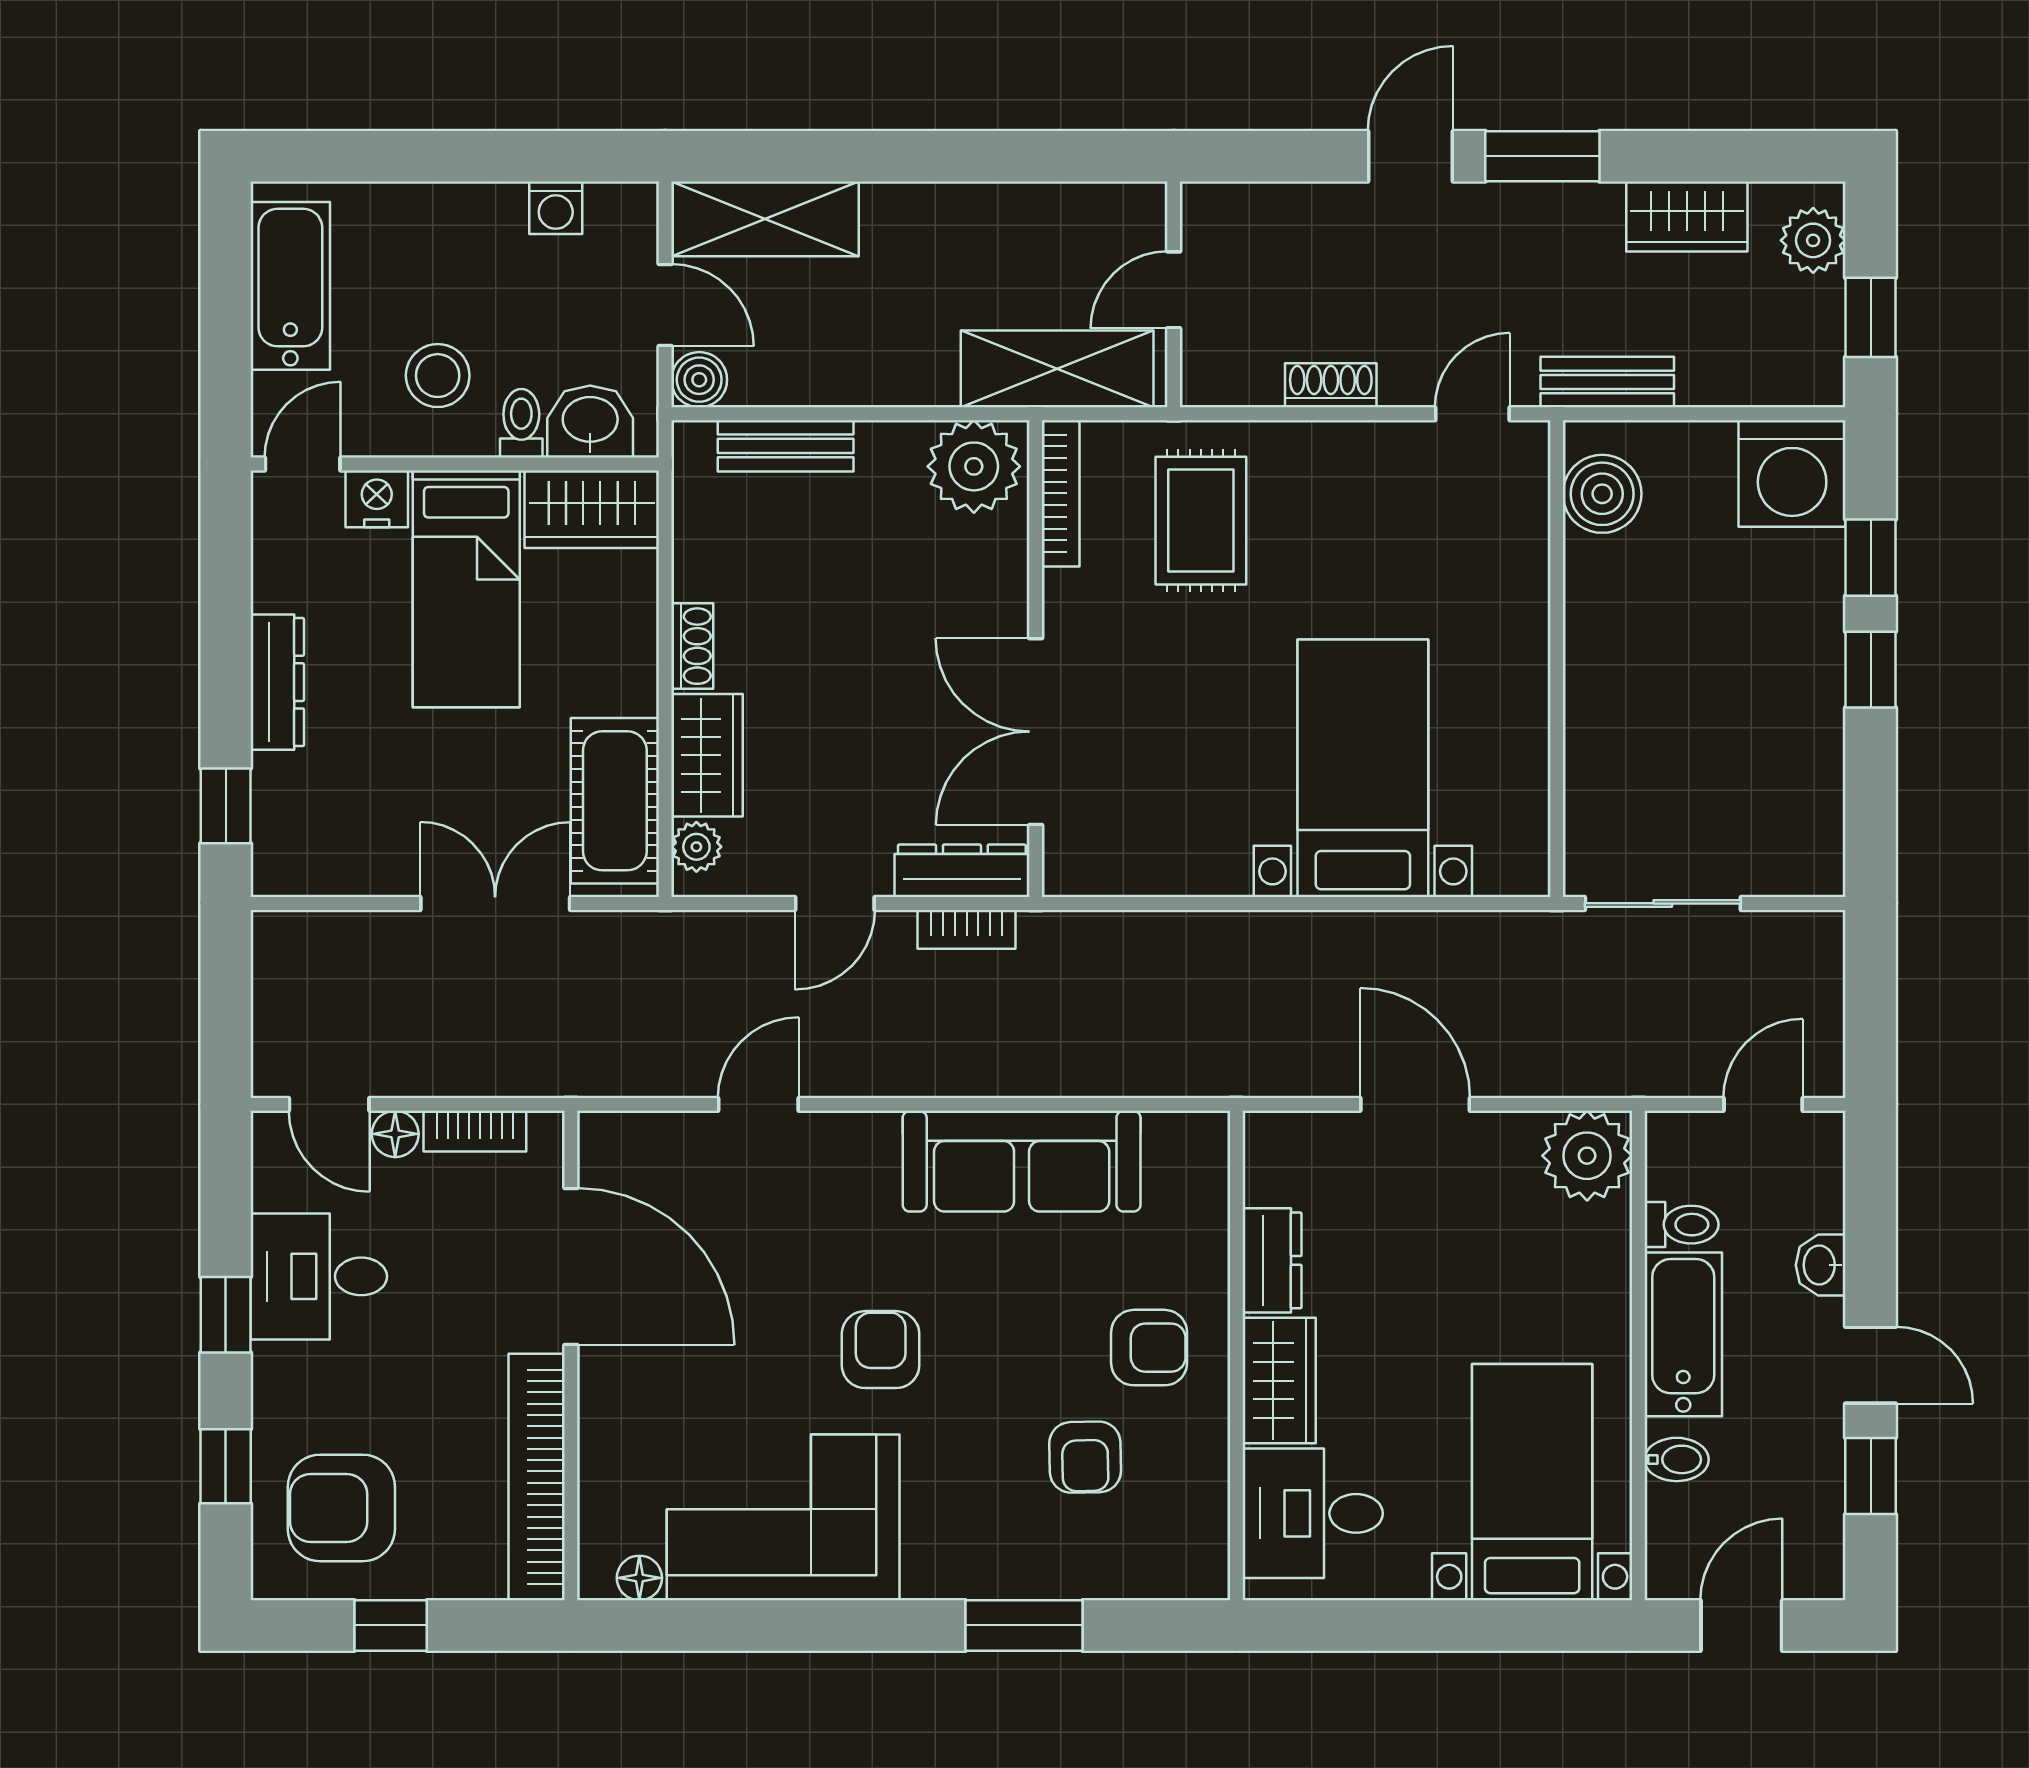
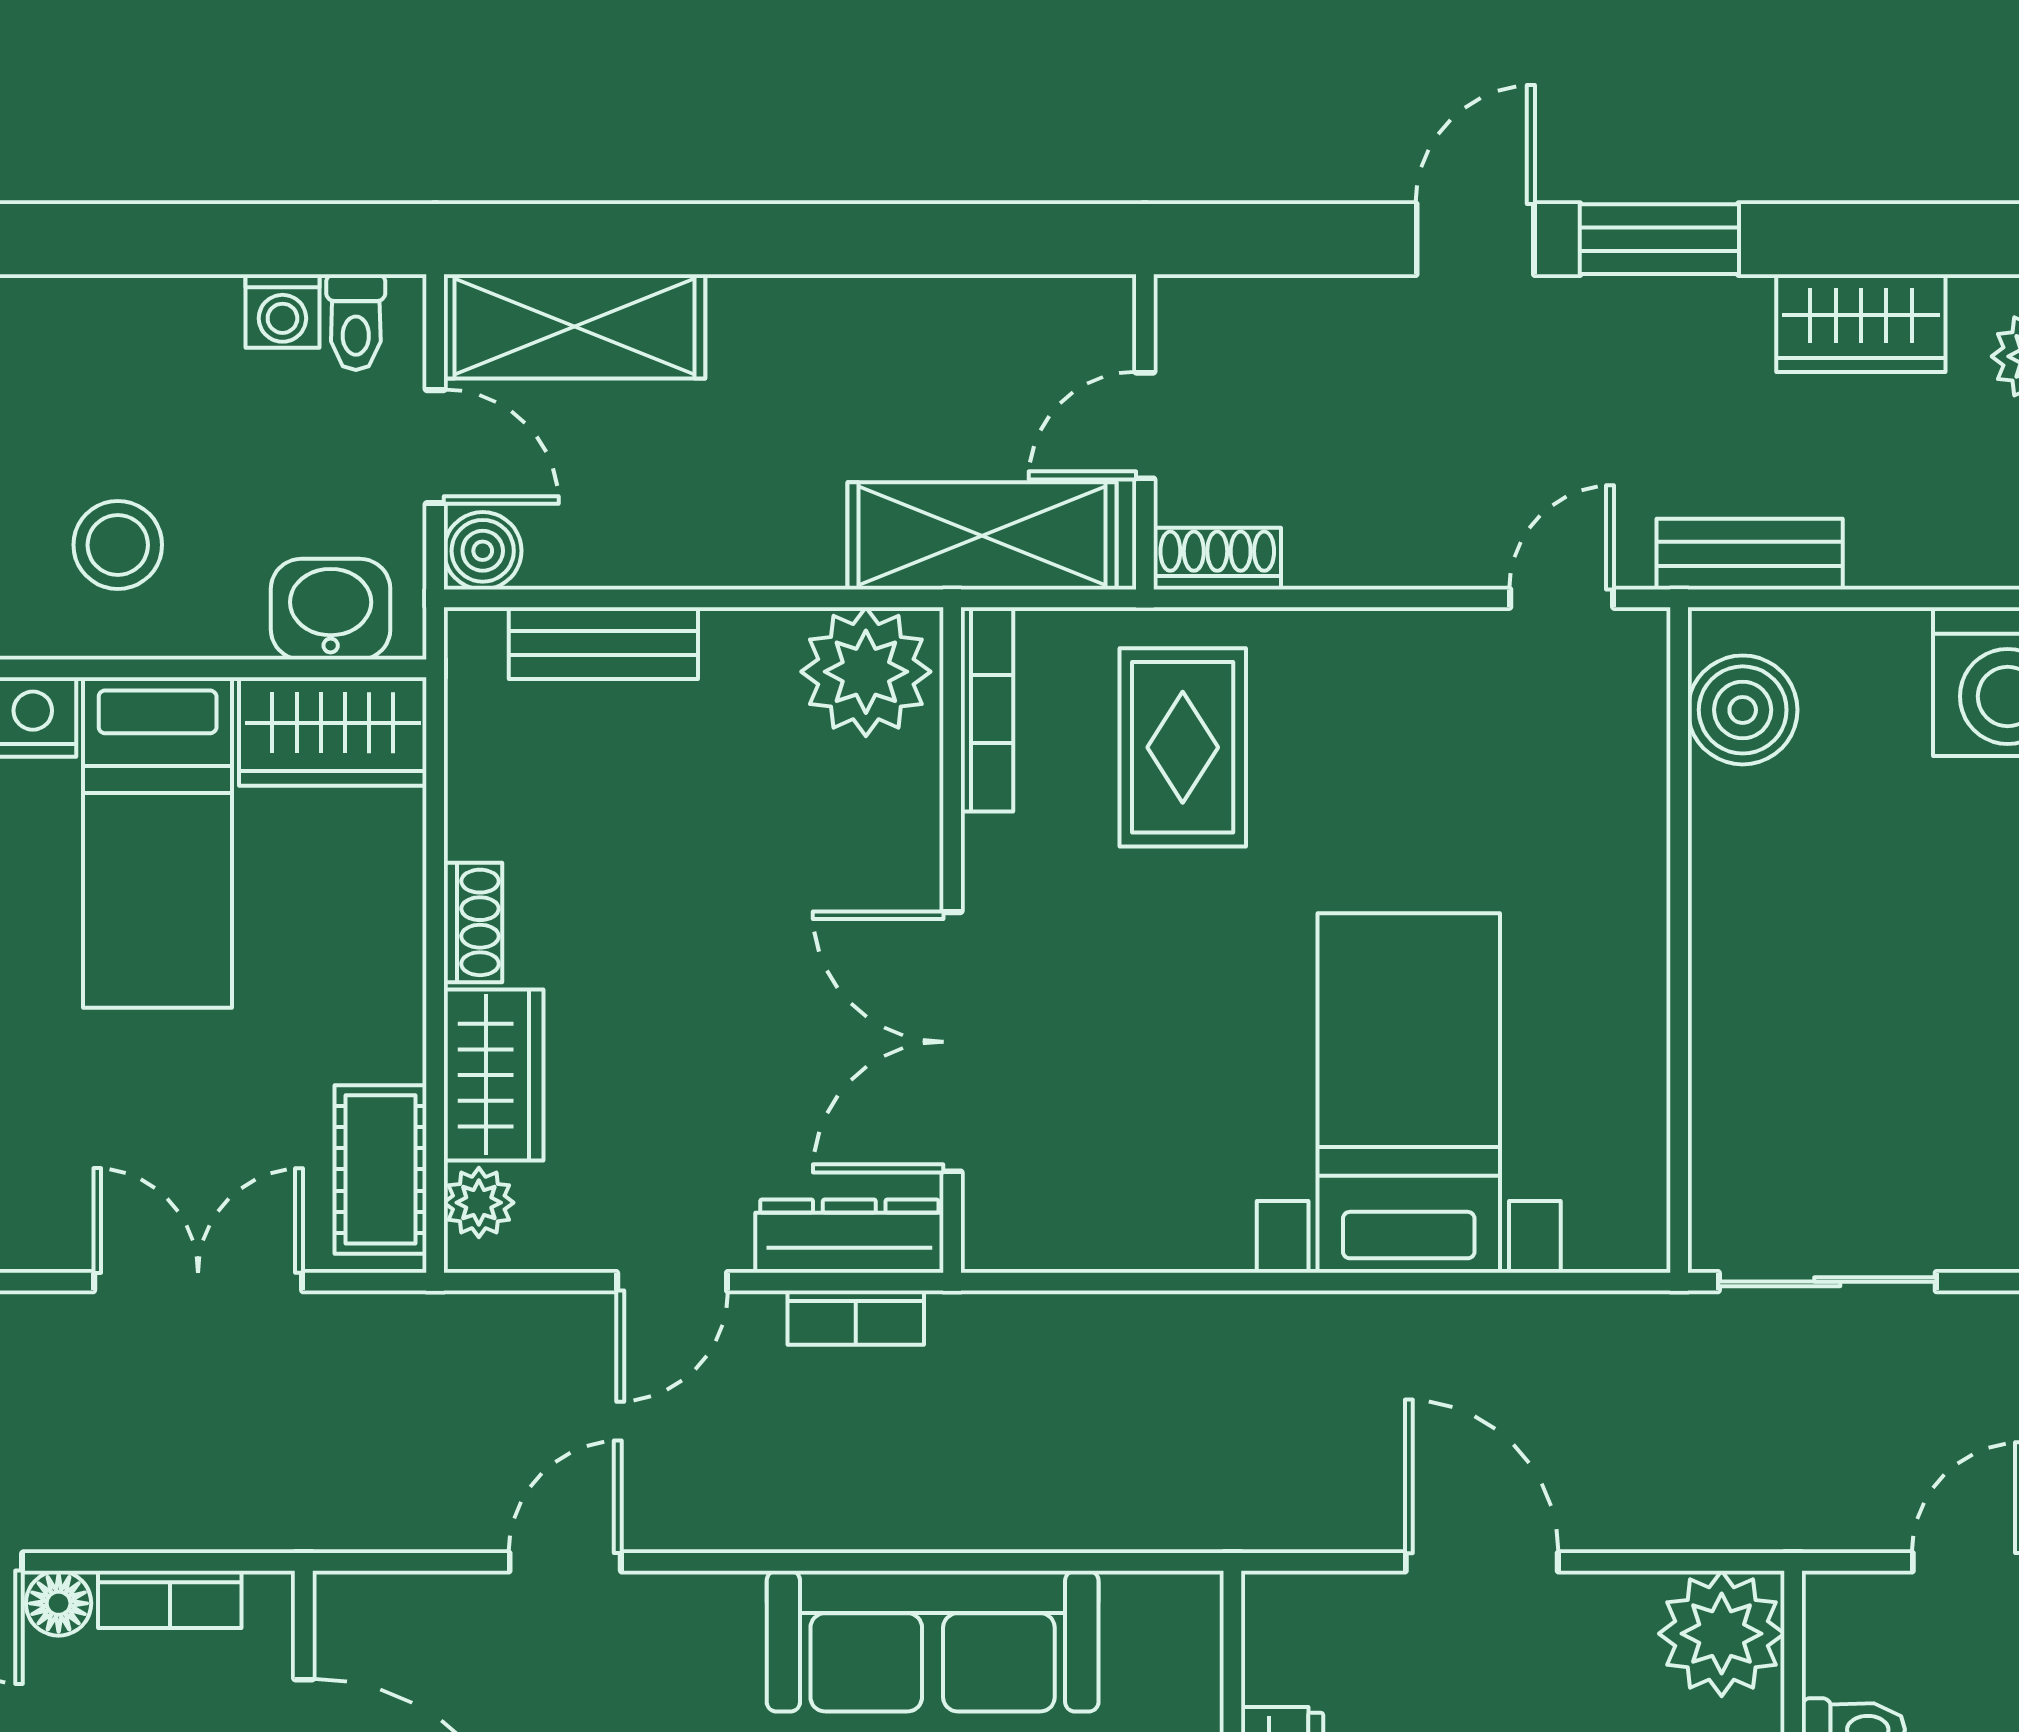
shoe rack: (1331, 385) -> (1217, 559), moved
toilet: (521, 423) -> (356, 322), moved, turned 180
cot: (615, 801) -> (381, 1169), width x0.73, depth x0.75

